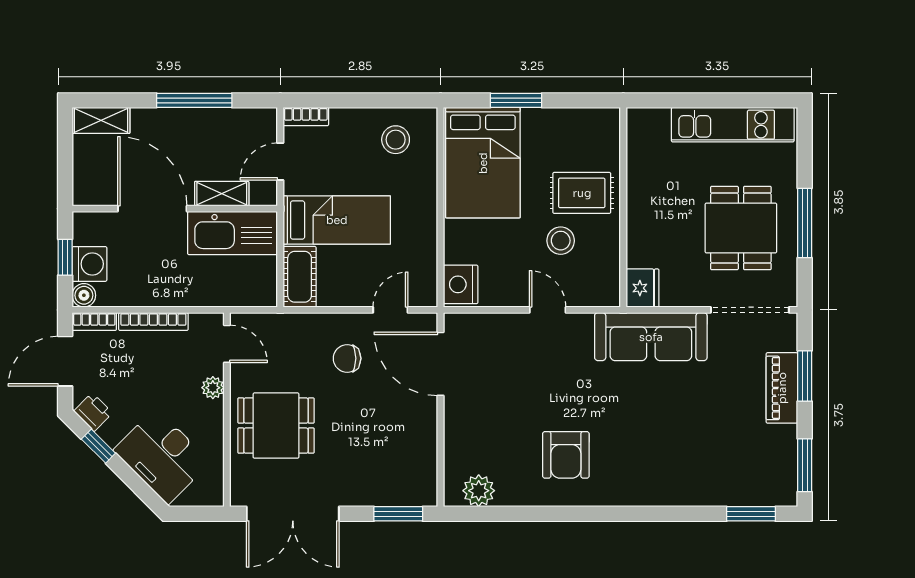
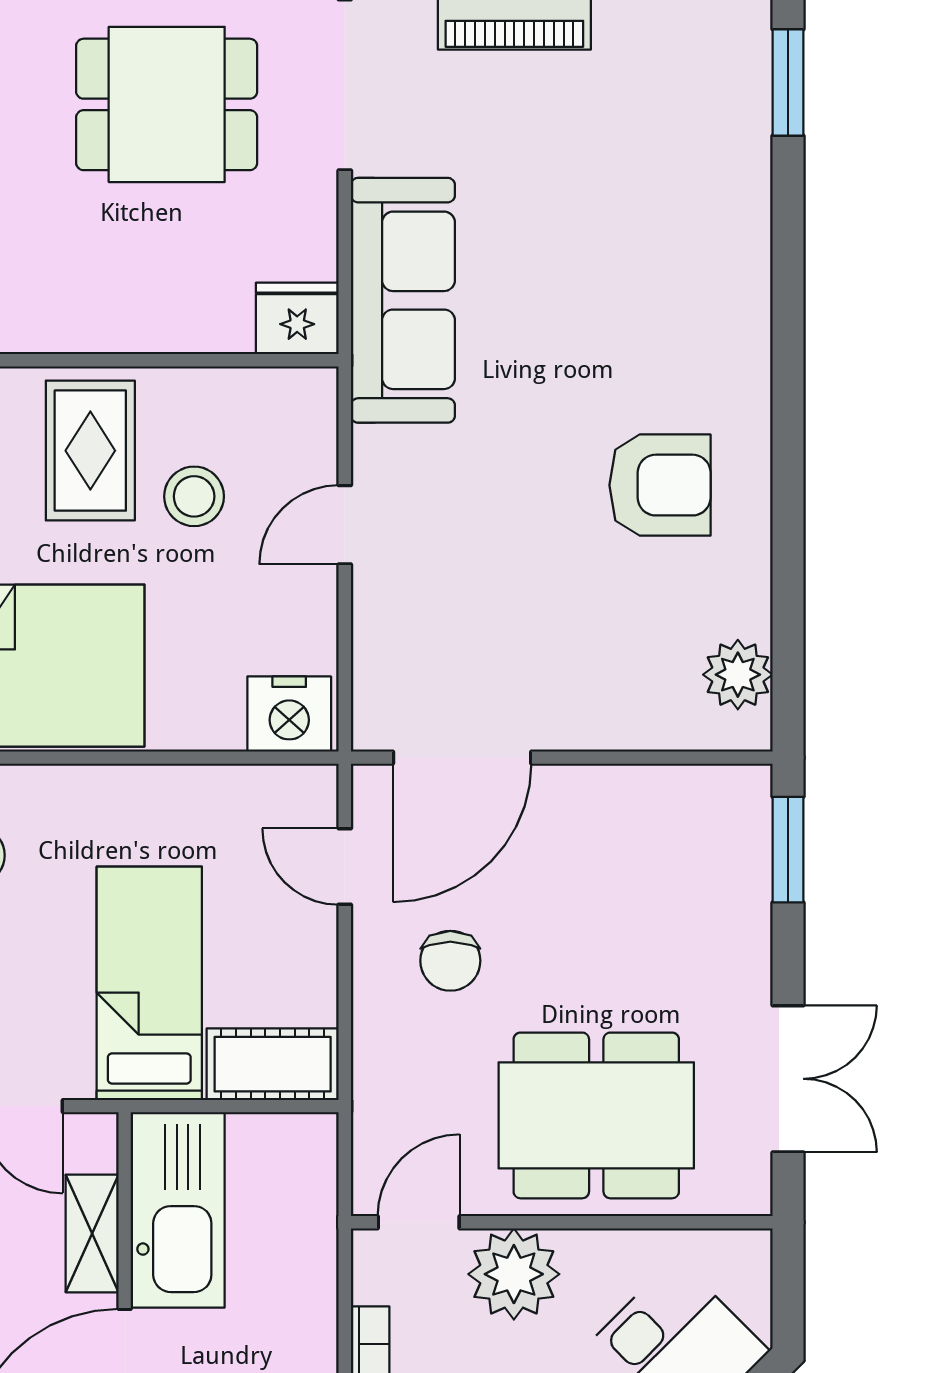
plant: (213, 388) -> (514, 1274), width x1.88, depth x1.88
dining table: (276, 426) -> (596, 1115), width x1.38
double door: (293, 514) -> (788, 1079), width x0.73

